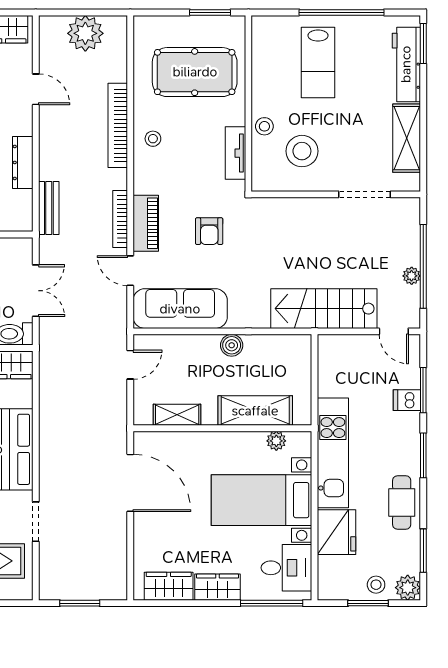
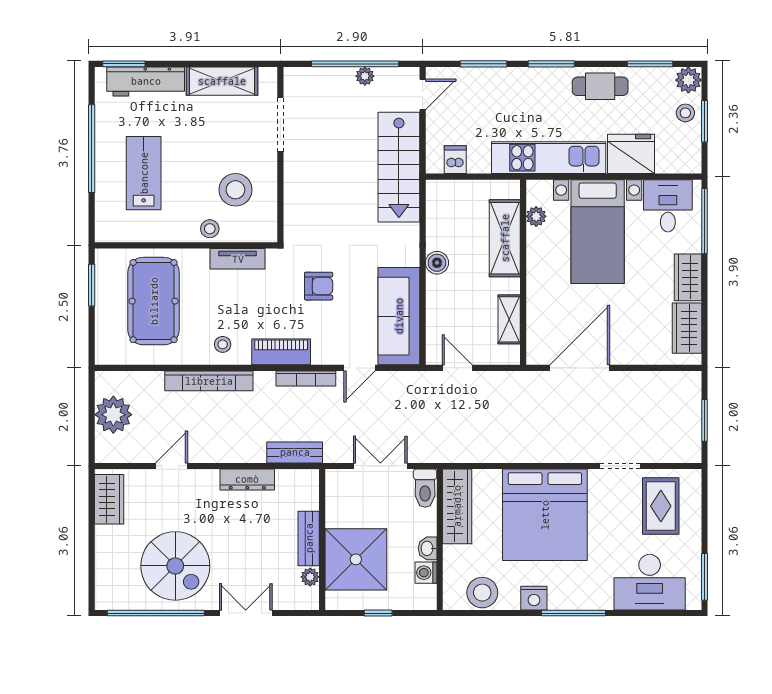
lab bench: (318, 62) -> (144, 173), turned -90
piano: (146, 223) -> (281, 352), moved
dishwasher: (407, 400) -> (455, 160), moved, turned 180

